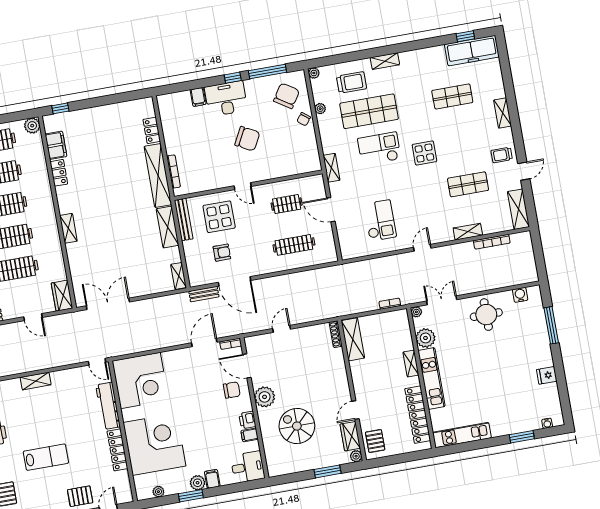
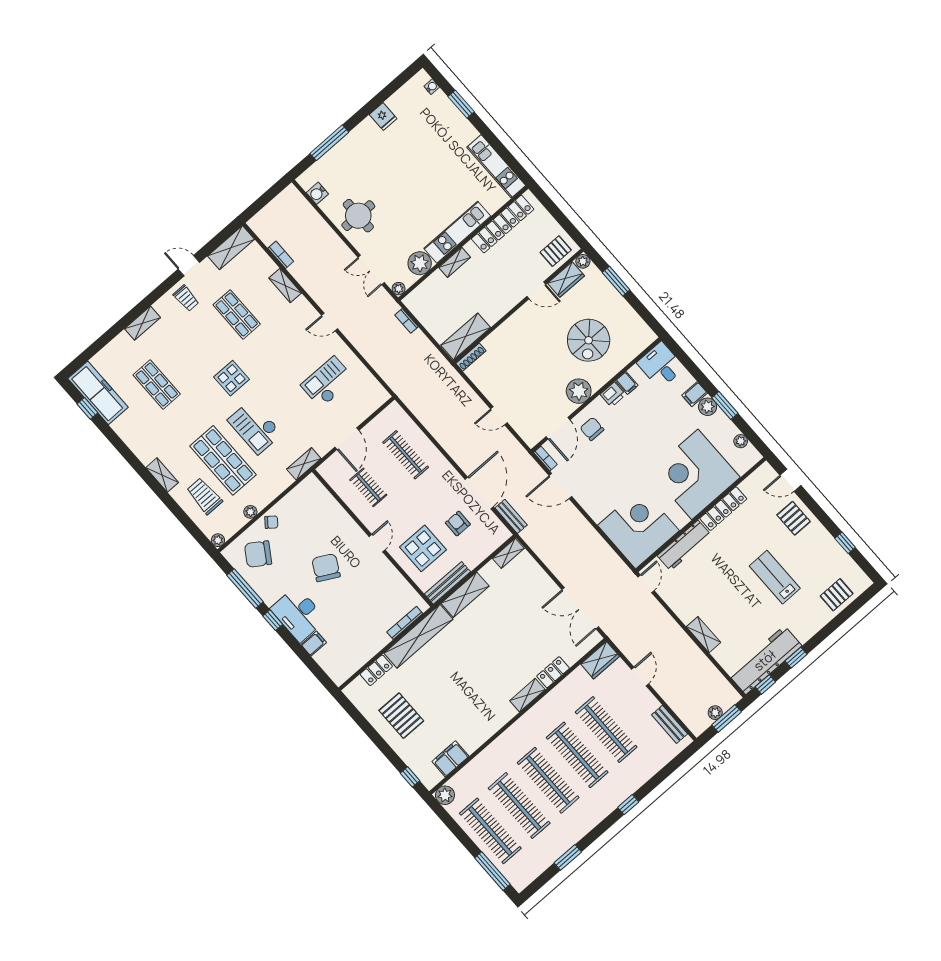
pallet: (108, 129) -> (401, 716), added
locker: (59, 173) -> (553, 672), moved
bookcase: (492, 242) -> (281, 255), width x0.64

